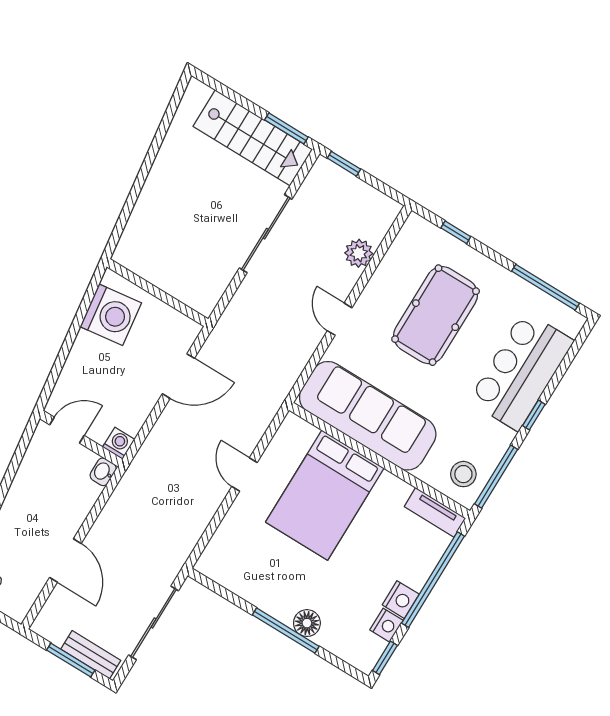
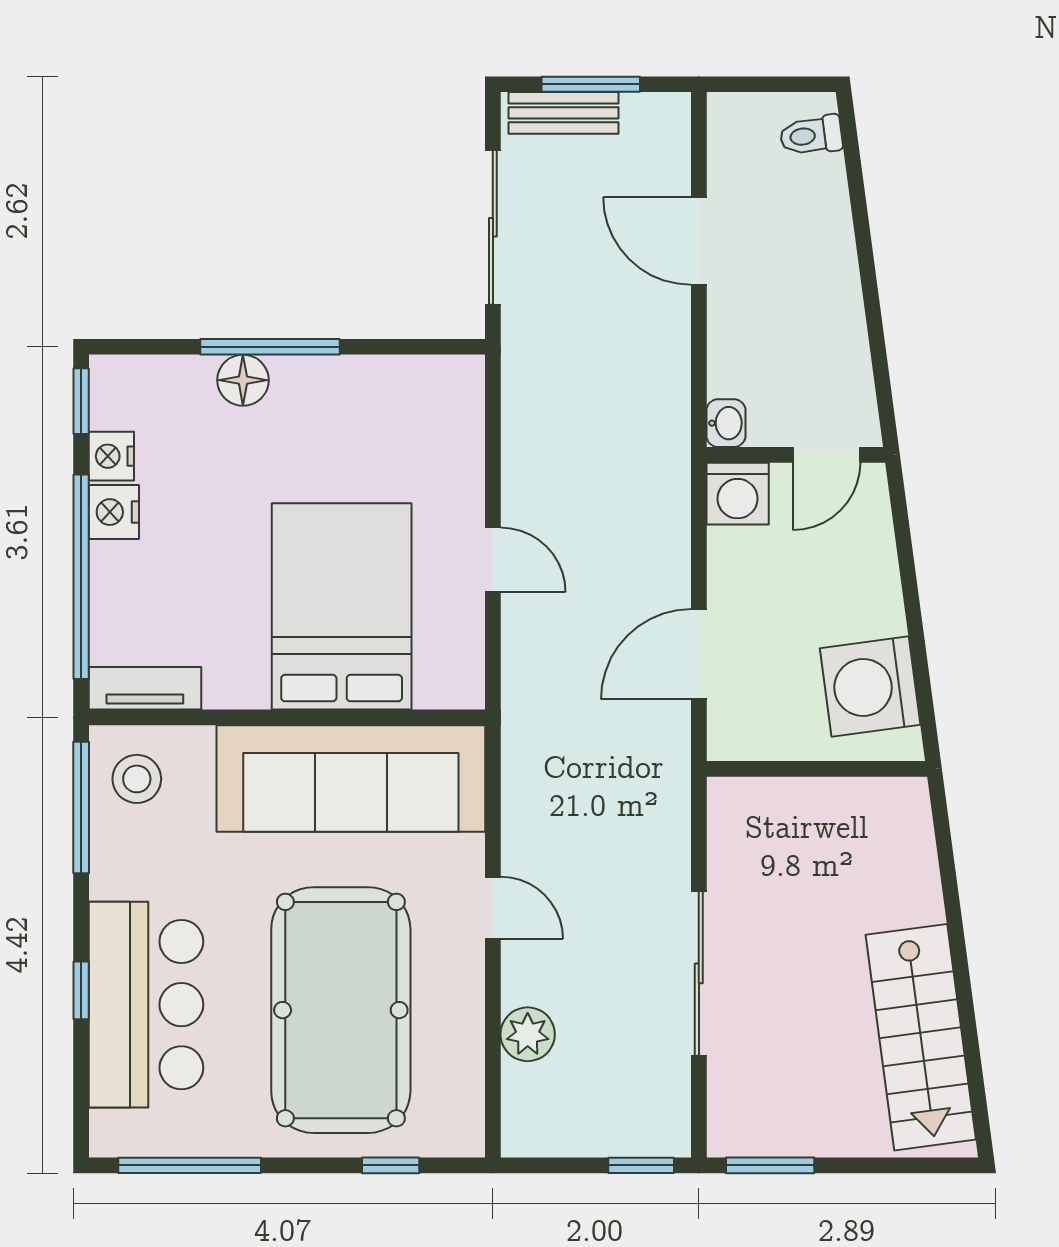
stairs: (253, 138) -> (921, 1037), moved, turned -98
pool table: (436, 315) -> (341, 1010), width x1.36, depth x1.32
window: (534, 415) -> (81, 990), moved
washing machine: (119, 443) -> (738, 494), width x1.38, depth x1.38

